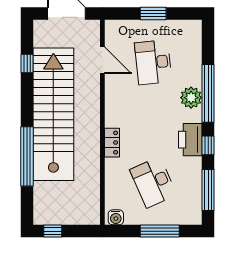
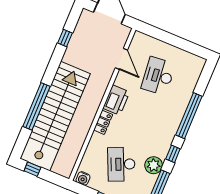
window: (153, 13) -> (173, 40), removed
plant: (191, 98) -> (154, 165), moved
stairs: (53, 114) -> (55, 116), moved
printer: (190, 140) -> (116, 100), moved, turned 180

